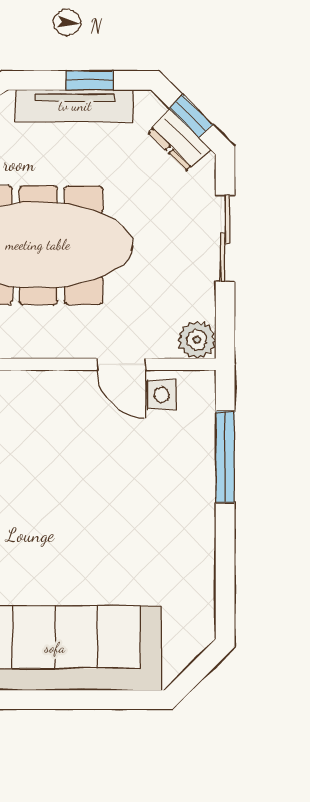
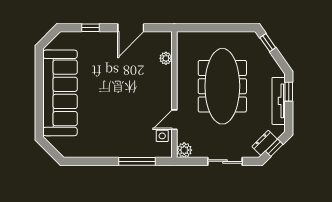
window: (90, 80) -> (289, 92), moved

